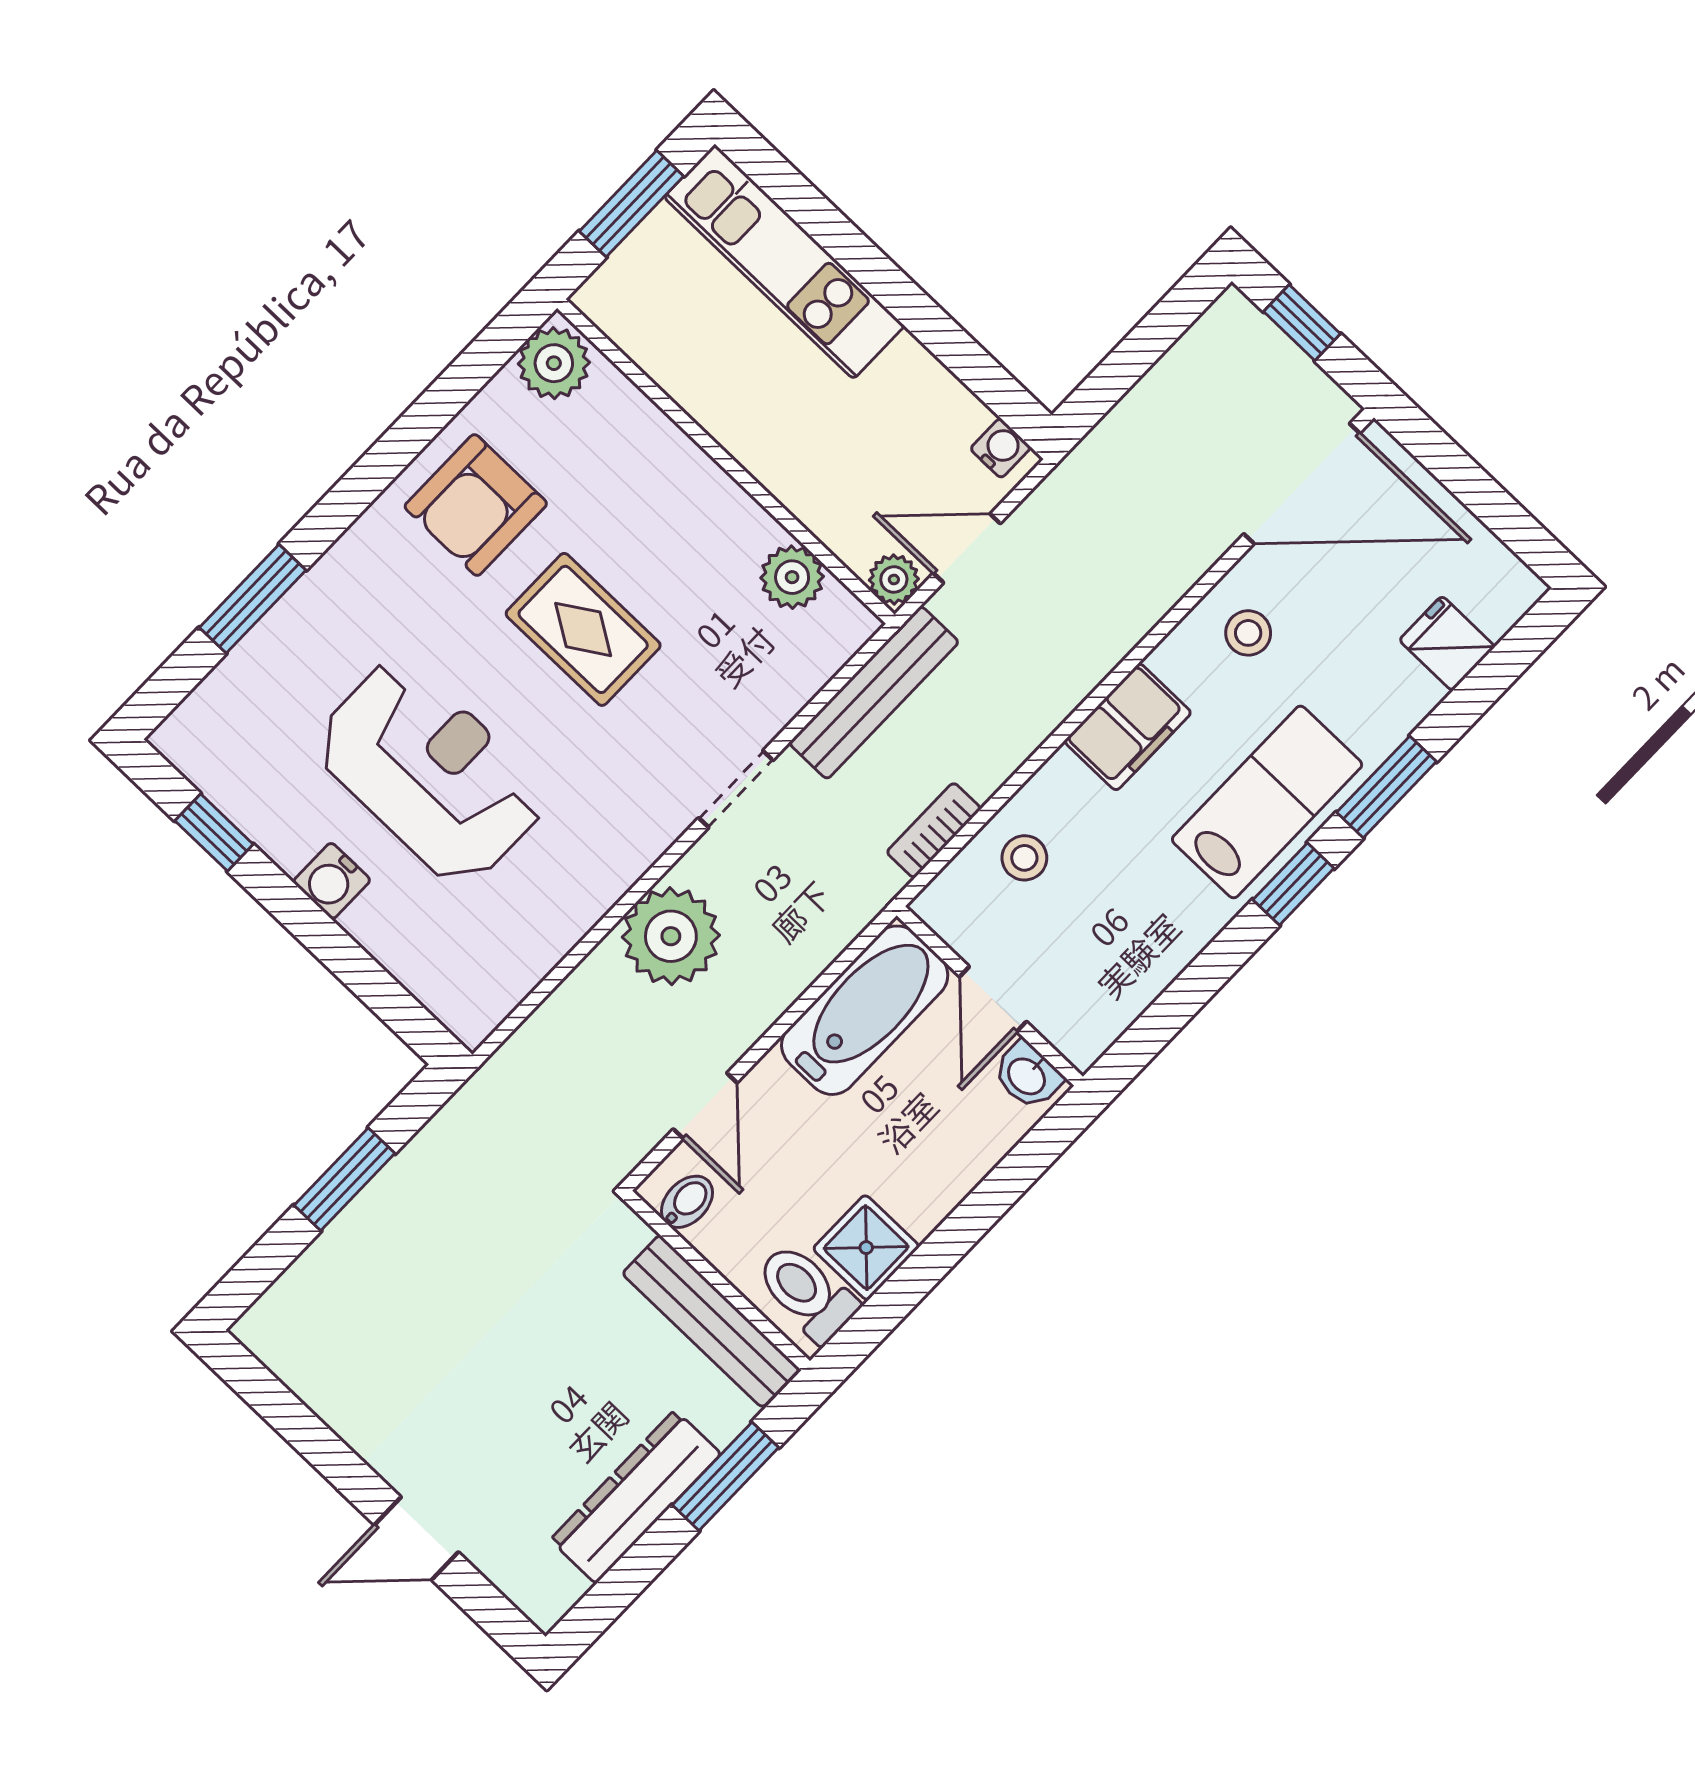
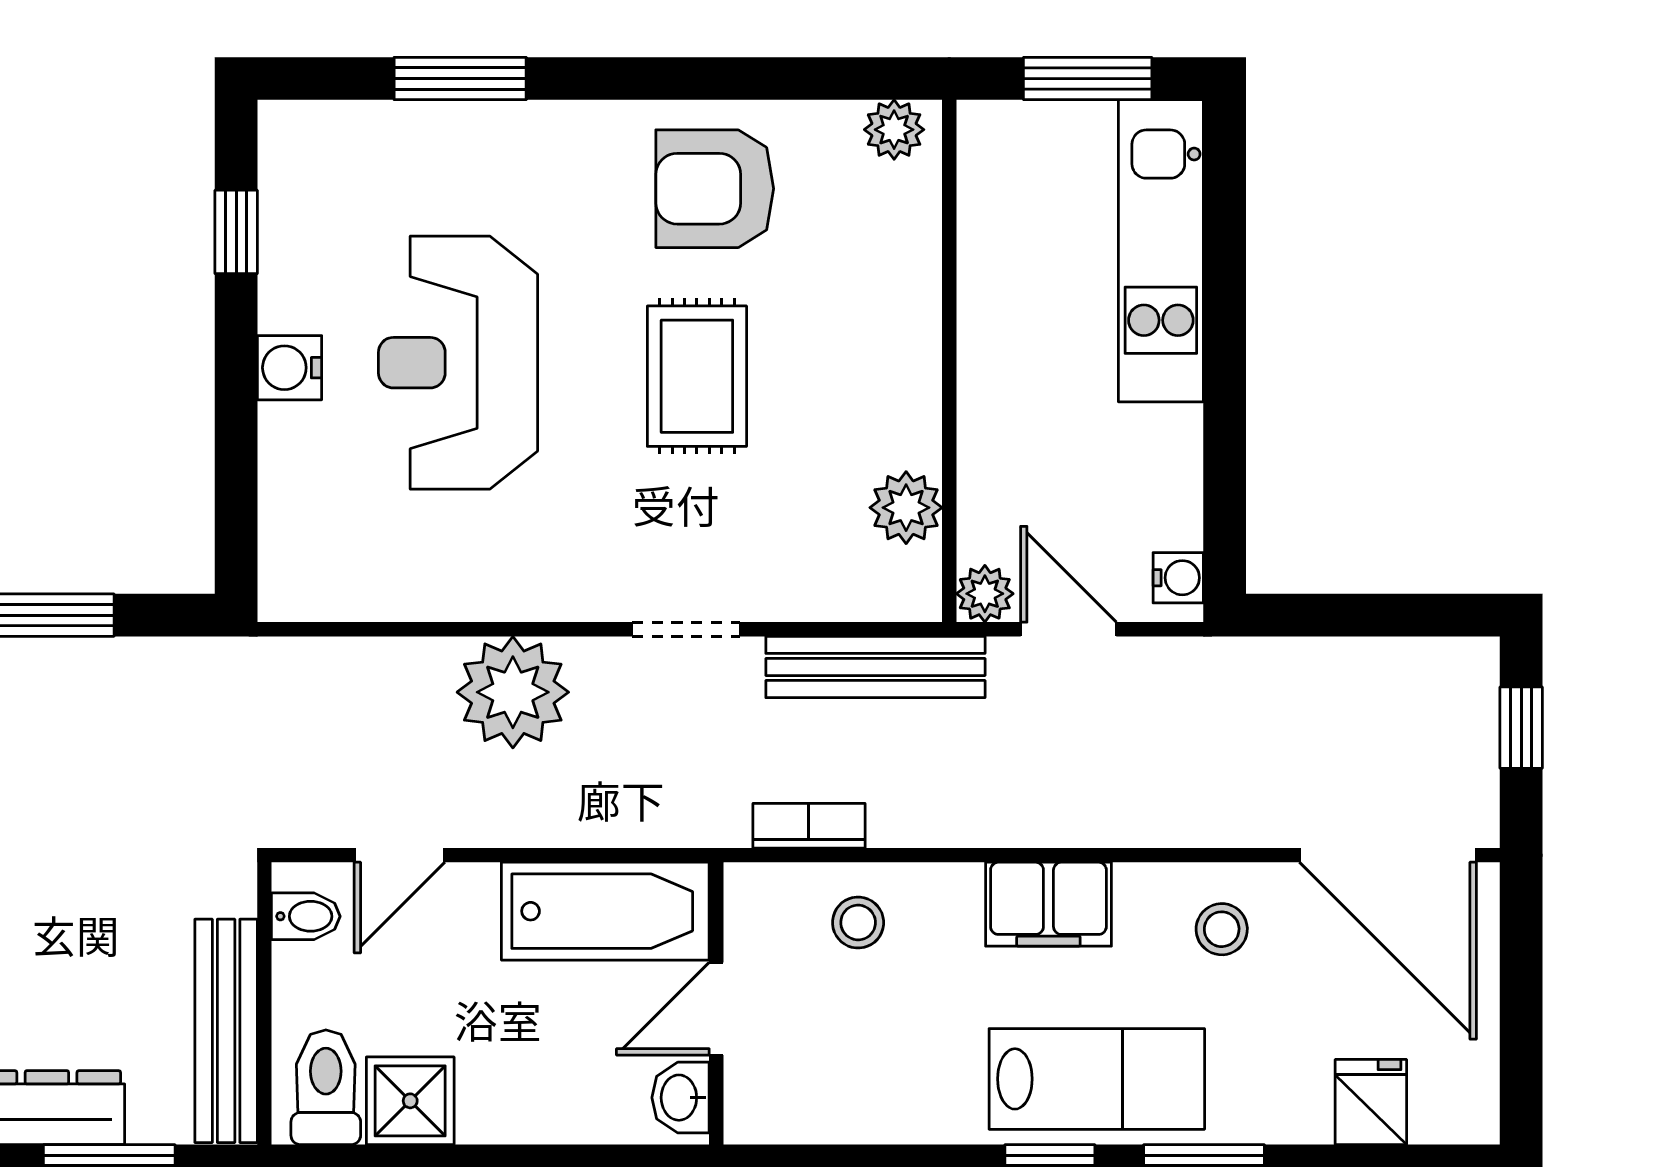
plant: (554, 363) -> (894, 130), width x0.73, depth x0.73
reception desk: (430, 772) -> (458, 363), turned 180

